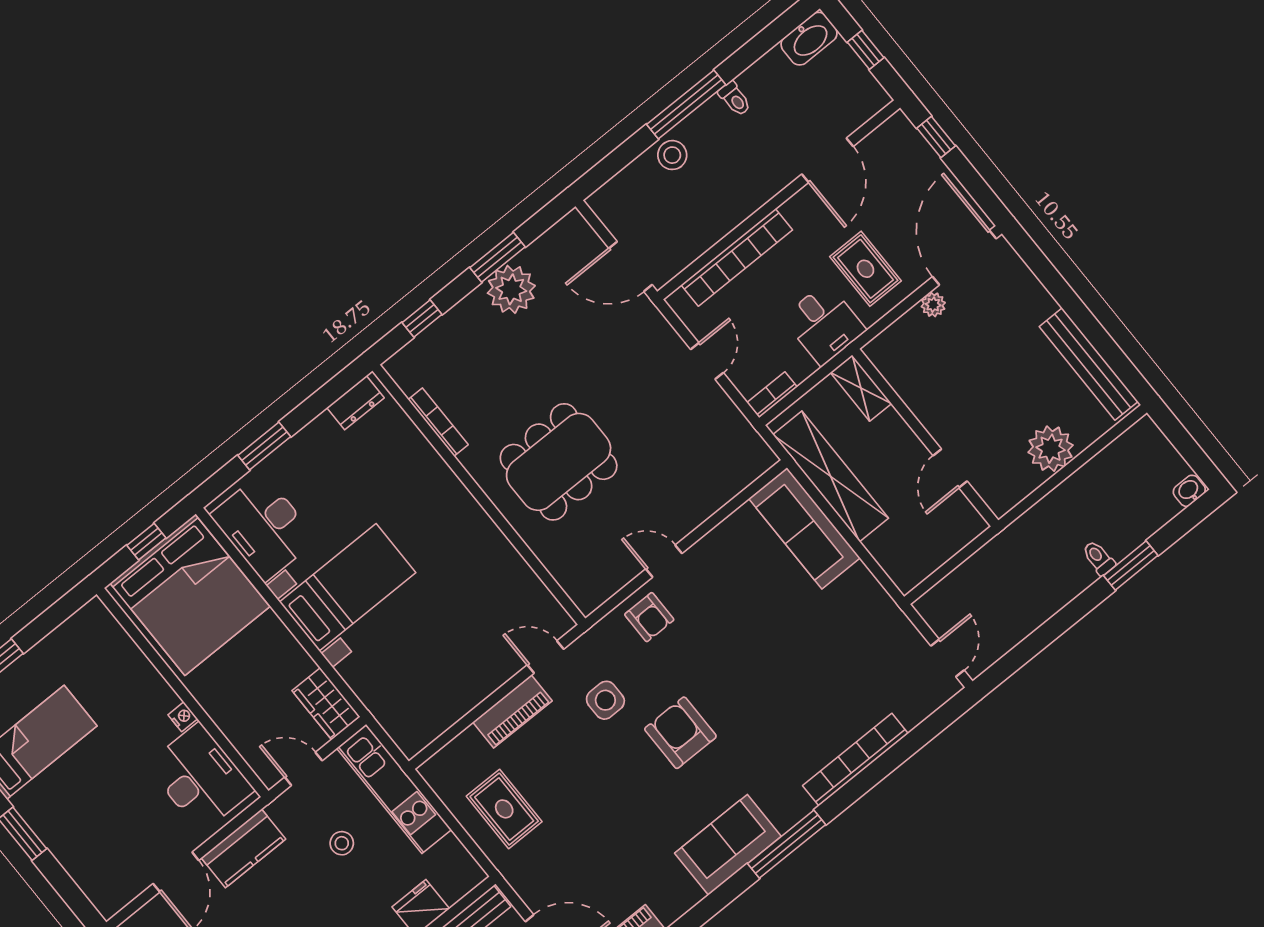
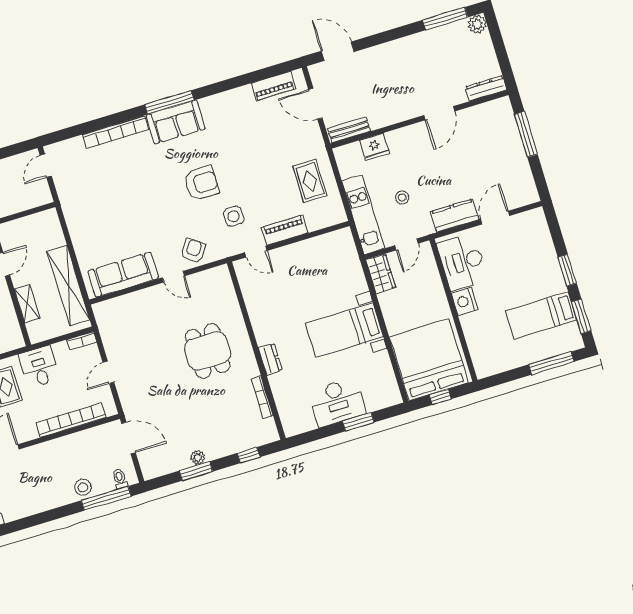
toilet: (735, 99) -> (120, 479), moved
window: (686, 104) -> (106, 498), moved
plant: (511, 289) -> (198, 457), width x0.53, depth x0.53
shelving: (861, 388) -> (27, 304), moved
dresser: (355, 403) -> (270, 359), moved, turned 90
dining table: (559, 462) -> (208, 351), width x0.73
desk: (264, 527) -> (337, 402), moved, turned 90
sofa: (805, 528) -> (123, 275), moved, turned -90
armchair: (649, 617) -> (193, 250), turned 35
nightstand: (183, 717) -> (465, 301), width x1.89, depth x1.79
armchair: (680, 733) -> (201, 183), turned -90
door: (303, 769) -> (406, 245), hinge flipped
sofa: (728, 845) -> (176, 122), moved

